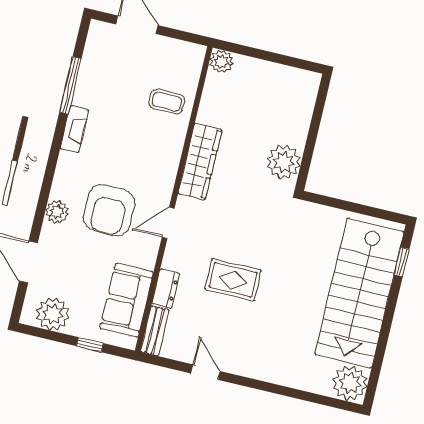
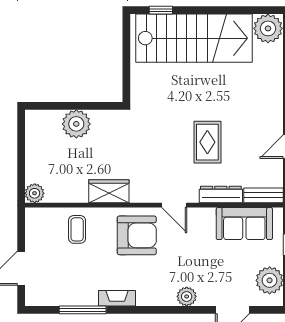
wardrobe: (200, 162) -> (109, 191), width x0.67
plant: (284, 162) -> (76, 124), moved
armchair: (109, 210) -> (137, 235), moved
dresser: (166, 289) -> (221, 194), width x1.44

